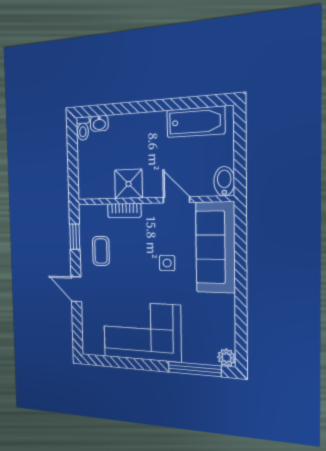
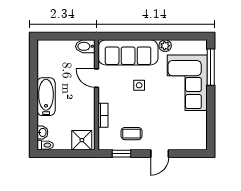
bathtub: (196, 122) -> (46, 97), moved
shower: (129, 184) -> (82, 140), moved
door: (176, 200) -> (96, 78), hinge flipped
corner sofa: (142, 331) -> (187, 83), moved
plant: (226, 358) -> (165, 46), moved

